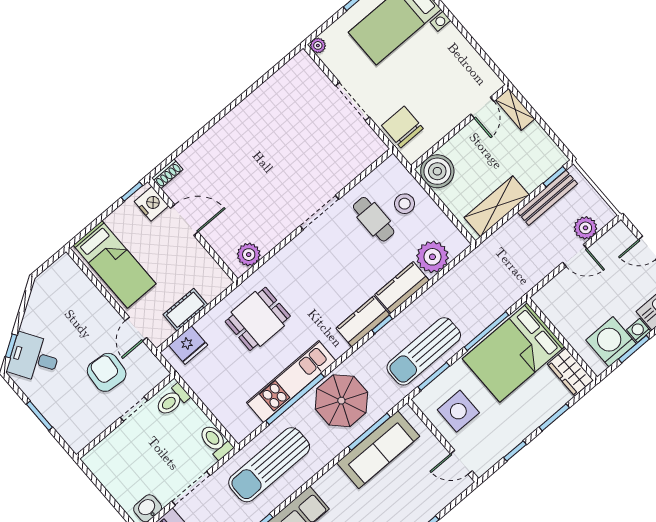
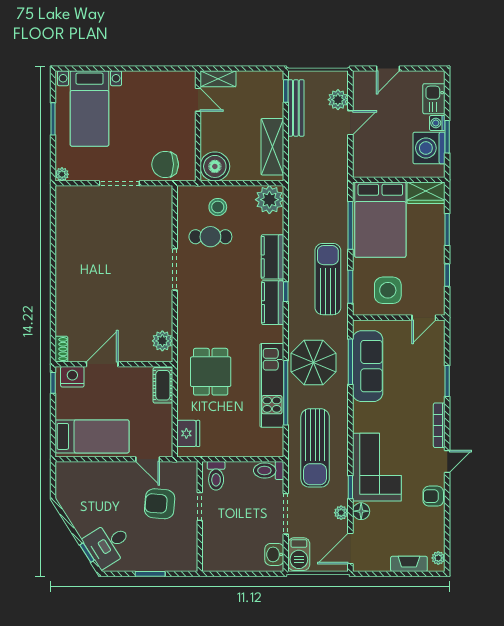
plant: (432, 257) -> (269, 200), moved
cot: (185, 310) -> (163, 385), moved
sun lounger: (424, 351) -> (328, 279), turned 180

